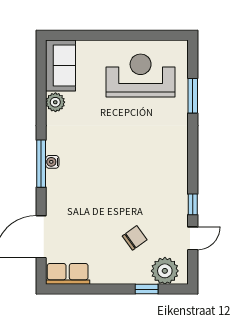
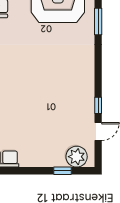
chair: (135, 238) -> (53, 131), removed

